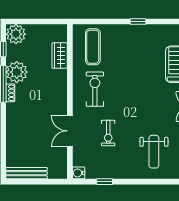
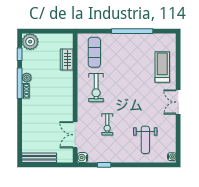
window: (138, 21) -> (132, 31), width x3.17
plant: (17, 72) -> (27, 78), width x0.53, depth x0.53
exercise bike: (95, 89) -> (96, 88), turned 180
double door: (70, 131) -> (75, 135), moved

